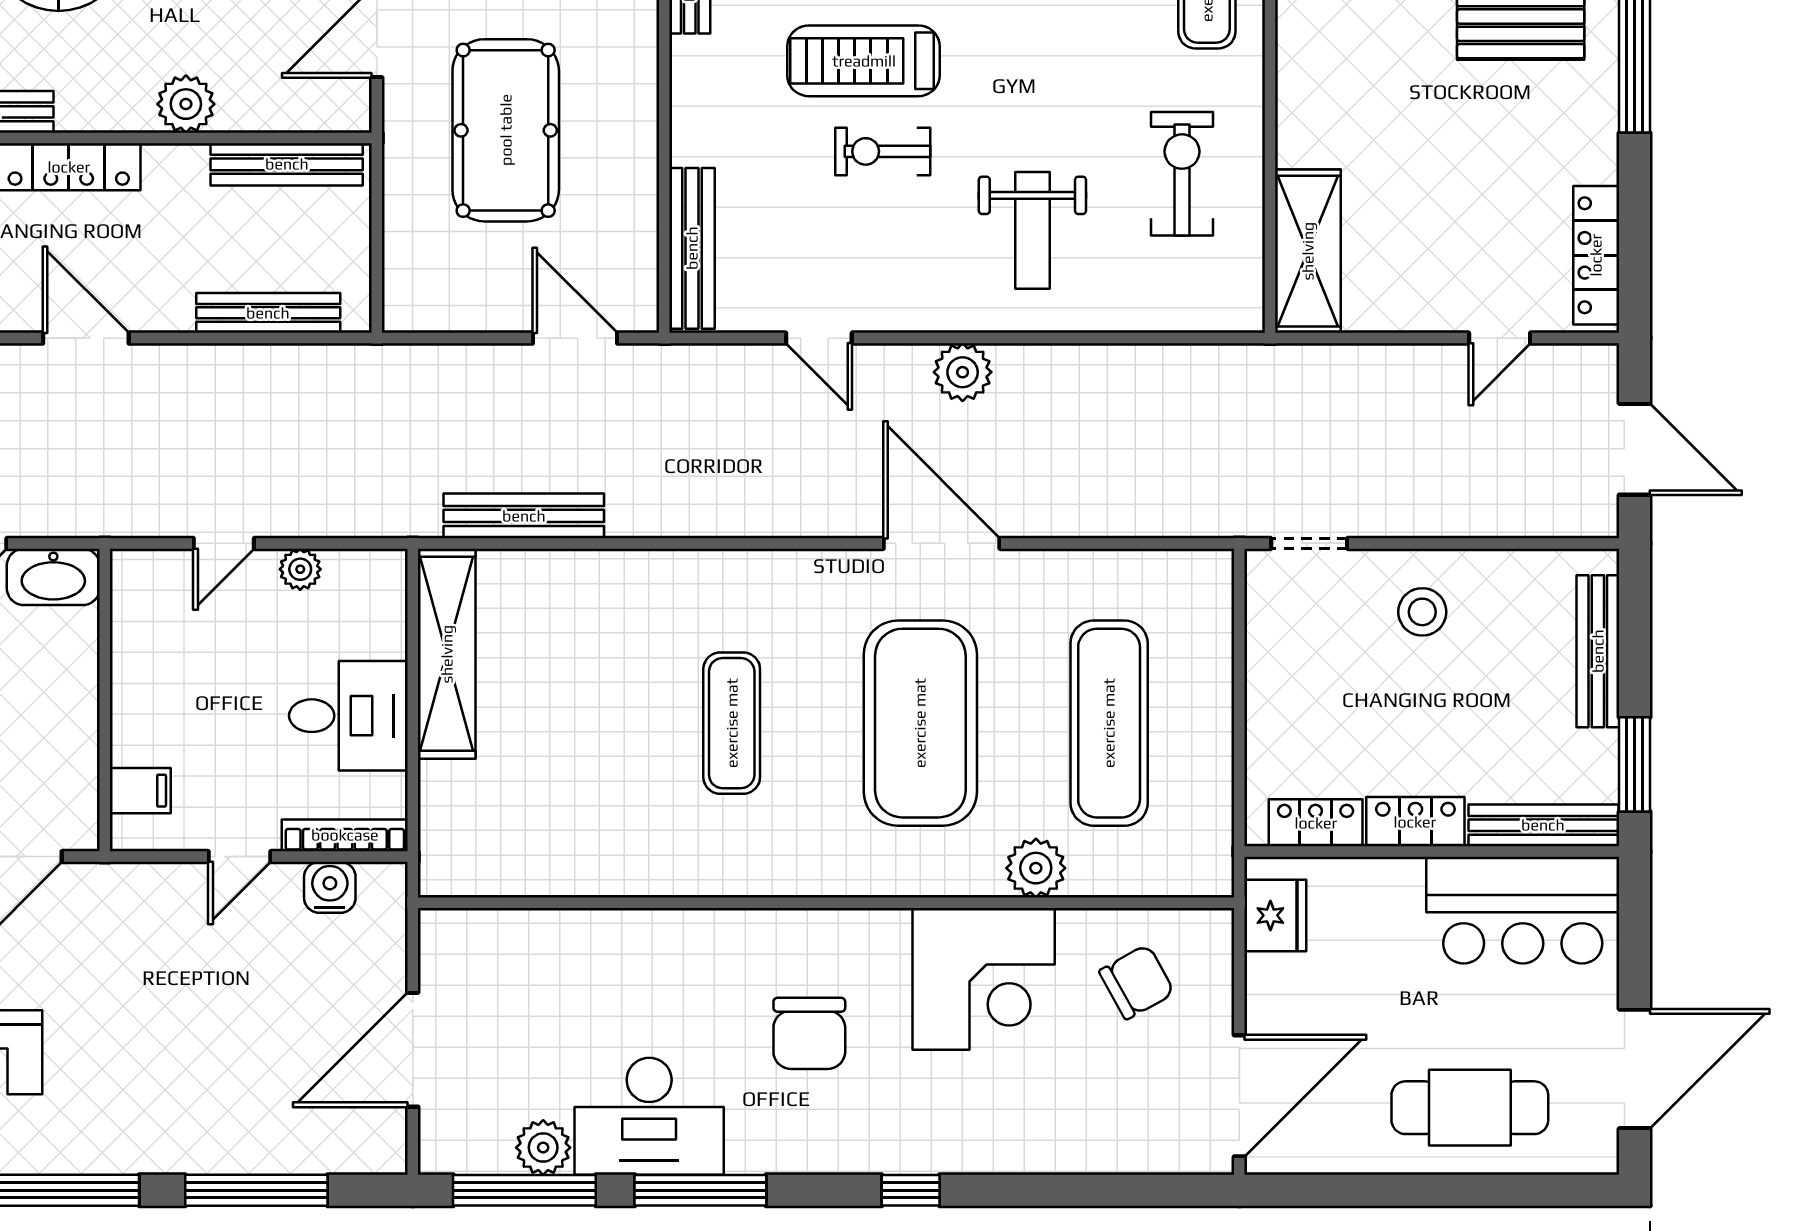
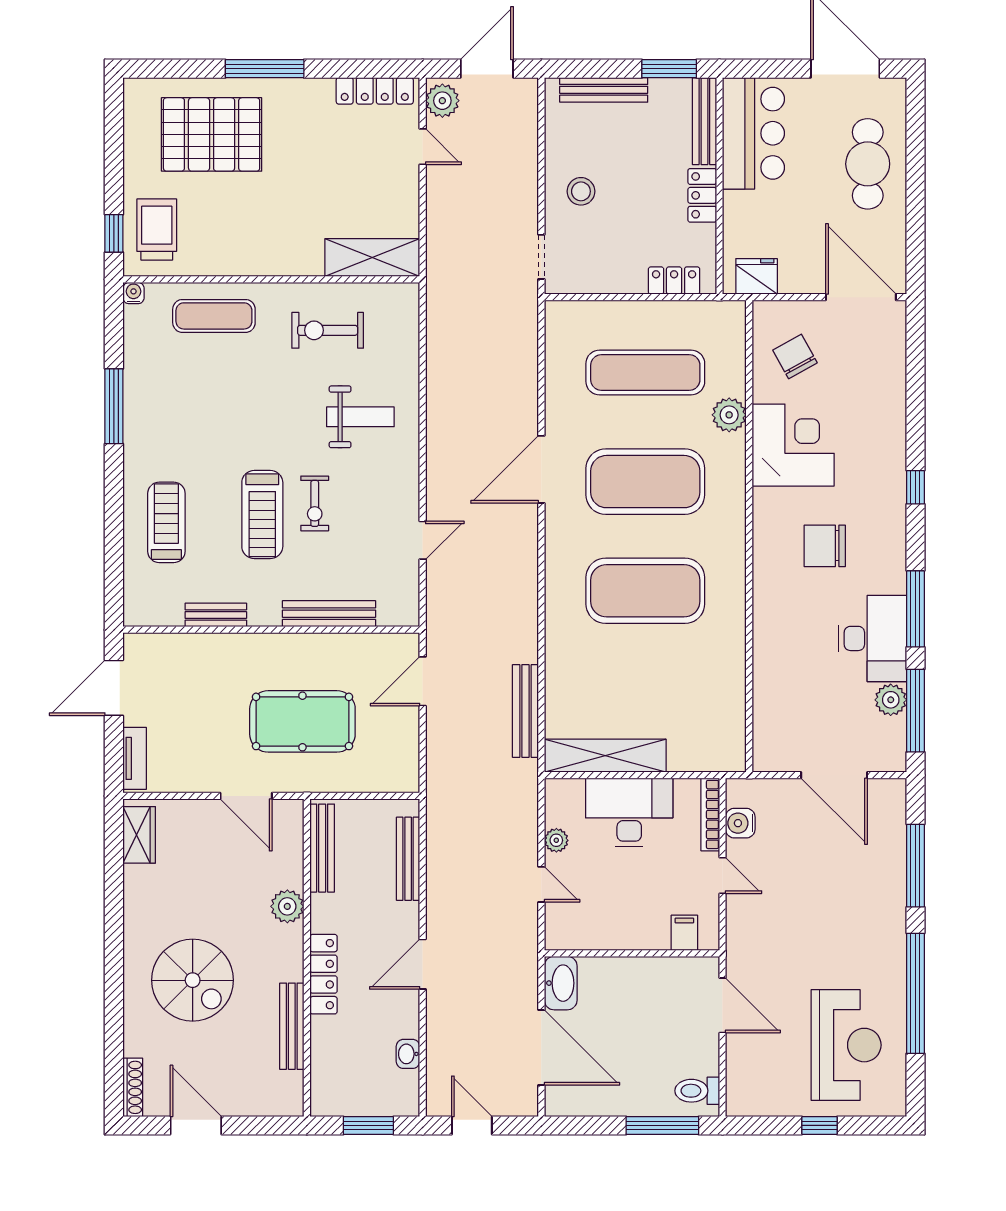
bench: (692, 248) -> (329, 614), moved
plant: (963, 372) -> (442, 101), moved
desk: (348, 716) -> (629, 812), width x1.37
exercise mat: (732, 723) -> (645, 591), width x2.00, depth x1.45
locker: (1316, 823) -> (674, 281), moved, turned 90
chair: (809, 1033) -> (825, 546), turned 180

